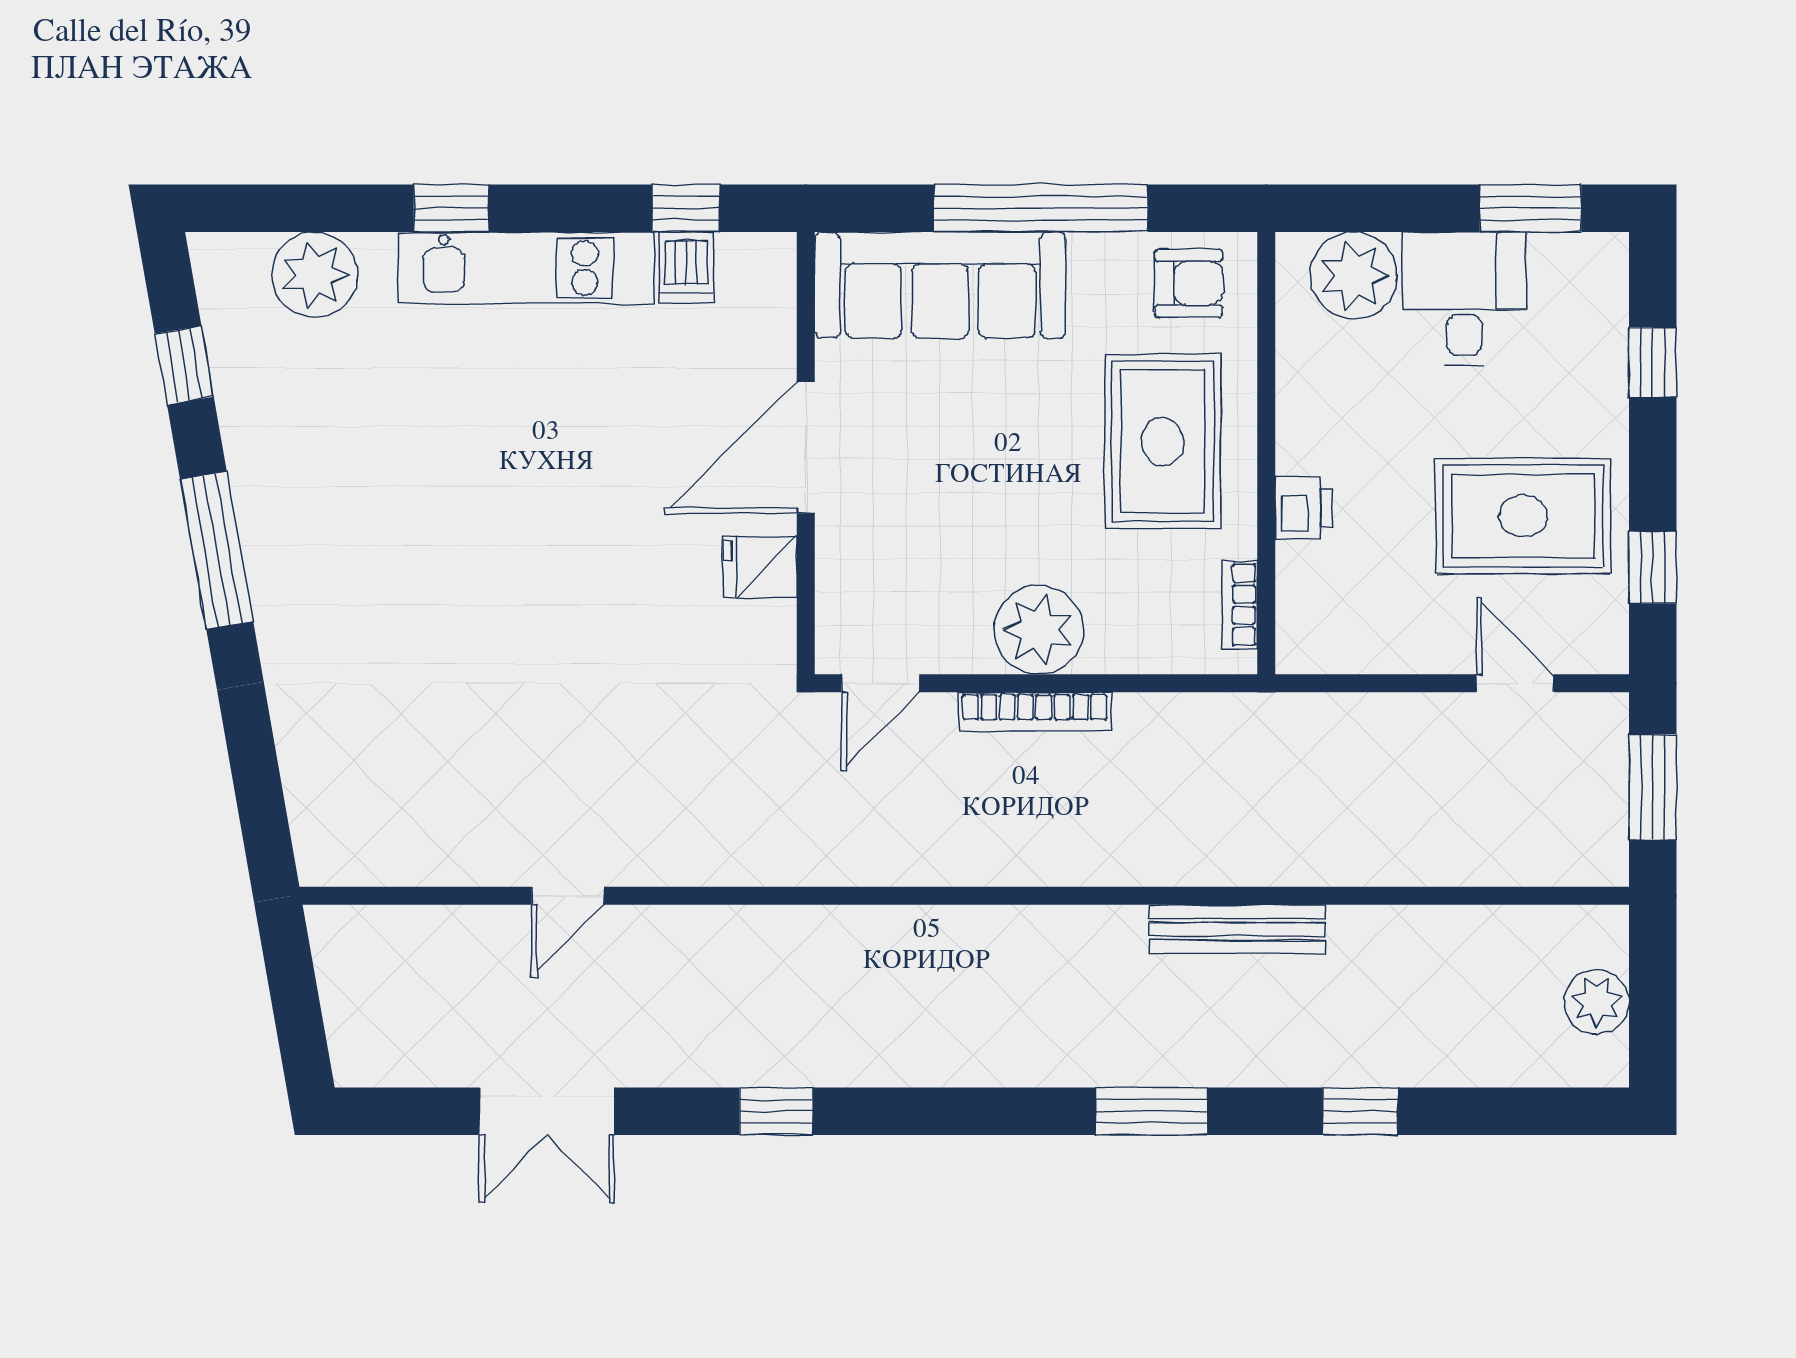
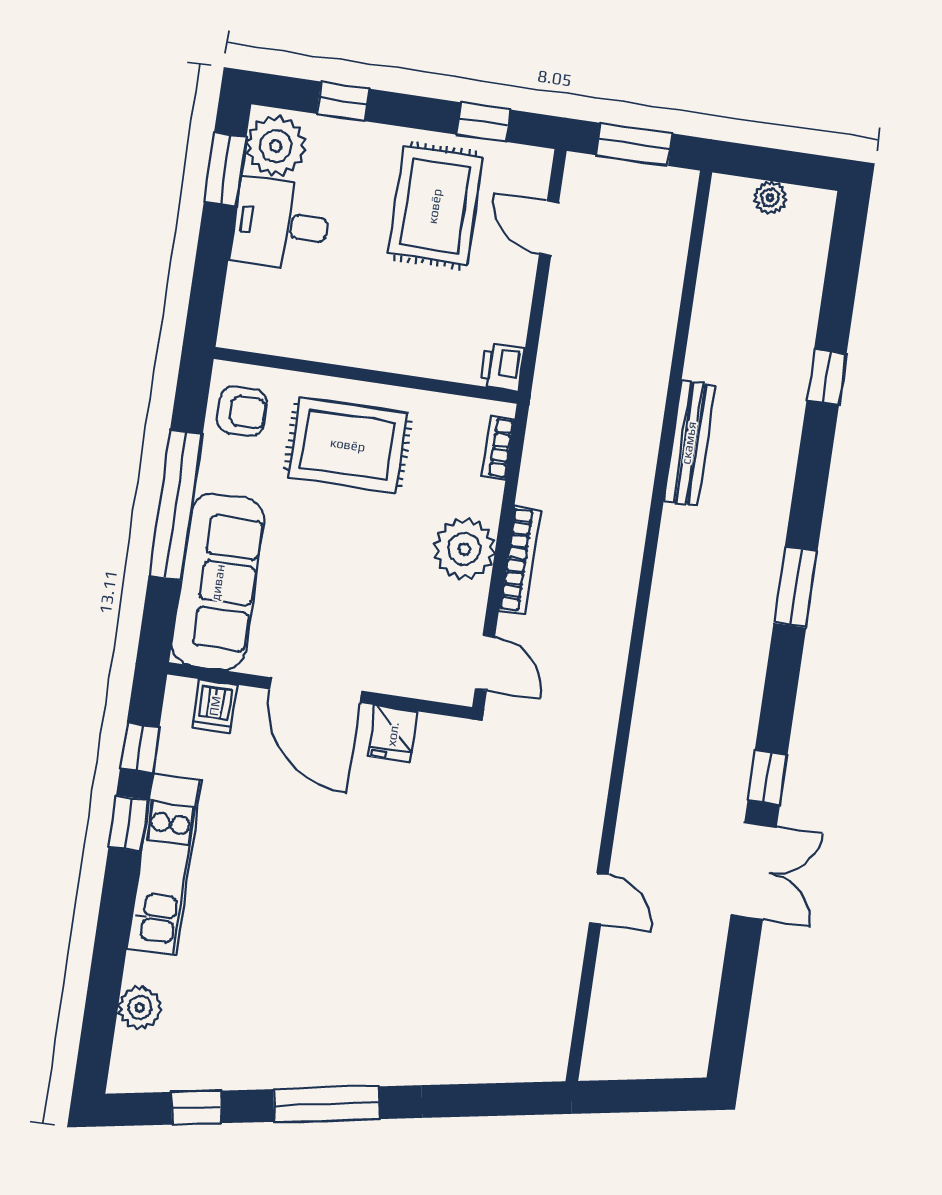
window: (451, 208) -> (129, 823), moved
dishwasher: (686, 267) -> (215, 706), moved, turned 90
plant: (315, 275) -> (140, 1008), width x0.73, depth x0.73
plant: (1354, 276) -> (276, 146), moved
armchair: (1189, 283) -> (242, 411), turned 90
printer: (1304, 508) -> (502, 367), moved, turned -90
bookcase: (1240, 605) -> (498, 448), moved, turned 90
door: (1515, 683) -> (549, 228), hinge flipped
plant: (1597, 1002) -> (770, 198), width x0.73, depth x0.73
double door: (547, 1111) -> (754, 871), moved
window: (1151, 1111) -> (796, 587), moved

